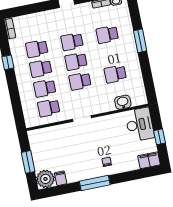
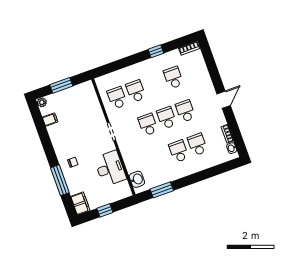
window: (140, 41) -> (162, 190), moved
school desk: (41, 68) -> (155, 84), removed
school desk: (115, 74) -> (179, 151), moved
washbasin: (123, 102) -> (137, 179), moved
desk: (140, 124) -> (110, 168), moved, turned -90
plant: (45, 179) -> (42, 102), width x0.53, depth x0.53
window: (95, 183) -> (60, 180), moved

